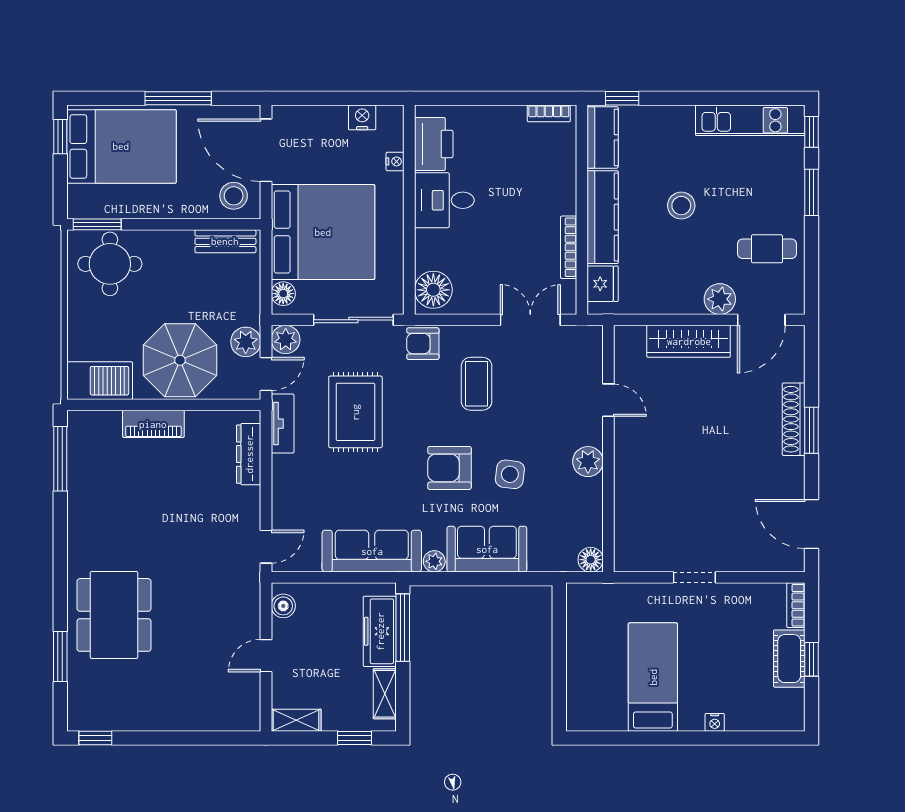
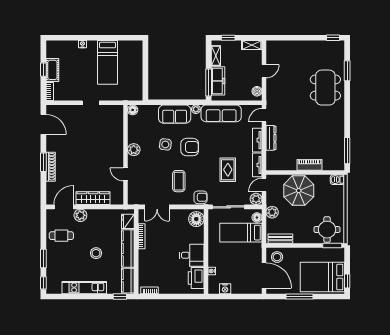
kitchen unit: (750, 120) -> (84, 288), moved
bed: (323, 232) -> (241, 233), width x0.49
plant: (246, 342) -> (272, 212), moved
barbecue: (100, 381) -> (337, 180), width x0.53, depth x0.65
rug: (355, 412) -> (228, 170), width x0.73, depth x0.70
dresser: (249, 454) -> (271, 138), moved
tv unit: (283, 485) -> (257, 140), added

